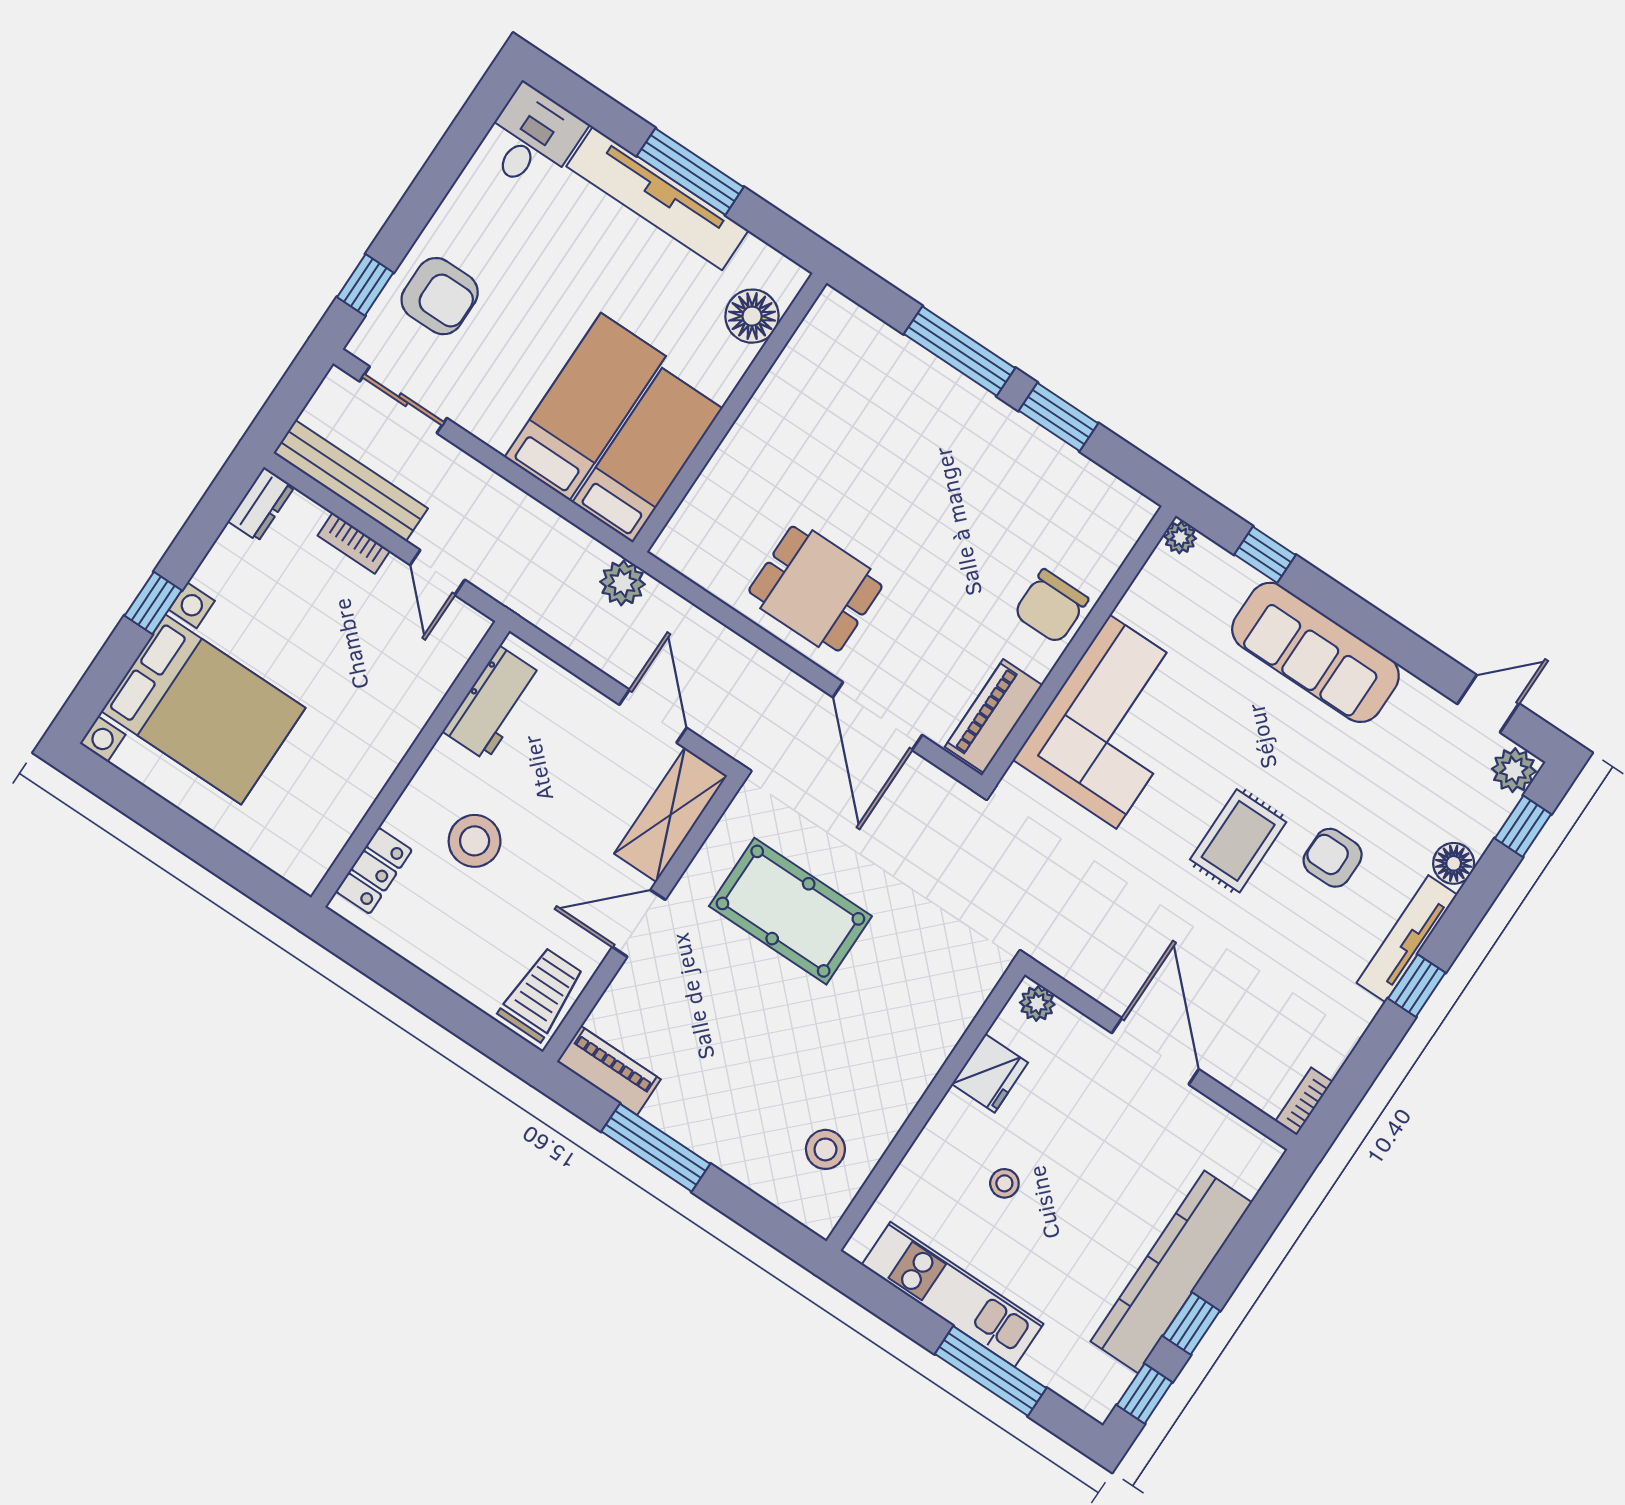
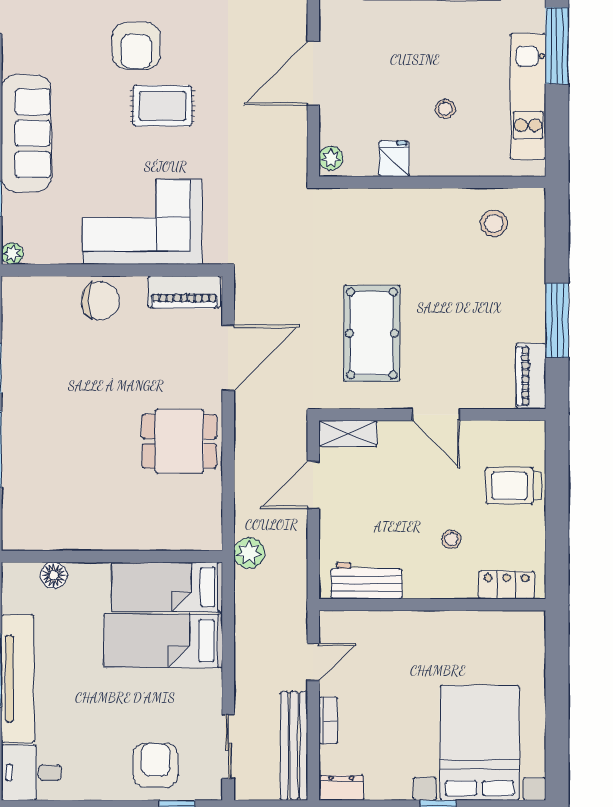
floor lamp: (752, 316) -> (54, 575), width x0.73, depth x0.73
dining table: (815, 589) -> (179, 441), turned 90
shelving: (671, 815) -> (348, 433), width x0.67, depth x0.75
stool: (475, 841) -> (451, 539), width x0.53, depth x0.53
armchair: (1333, 858) -> (136, 46), width x1.38, depth x1.38
trolley: (541, 994) -> (513, 486), moved
fridge: (990, 1073) -> (394, 159), width x0.72

